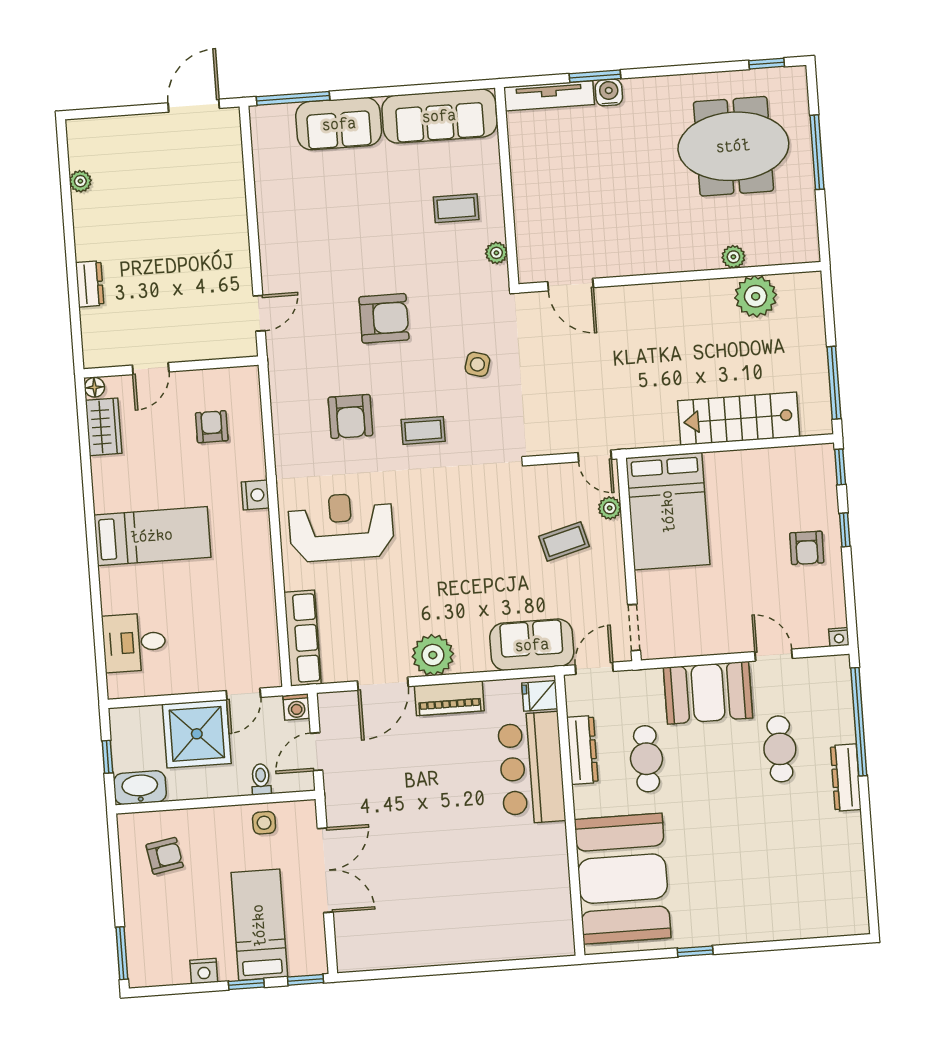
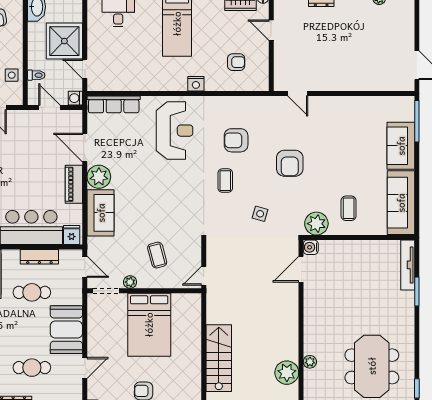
water cooler: (609, 93) -> (311, 247), moved, turned 180
plant: (496, 253) -> (316, 224), width x1.88, depth x1.88
plant: (610, 508) -> (130, 282), moved
bed: (668, 511) -> (149, 325), moved, turned -90
sofa: (532, 645) -> (101, 213), moved

